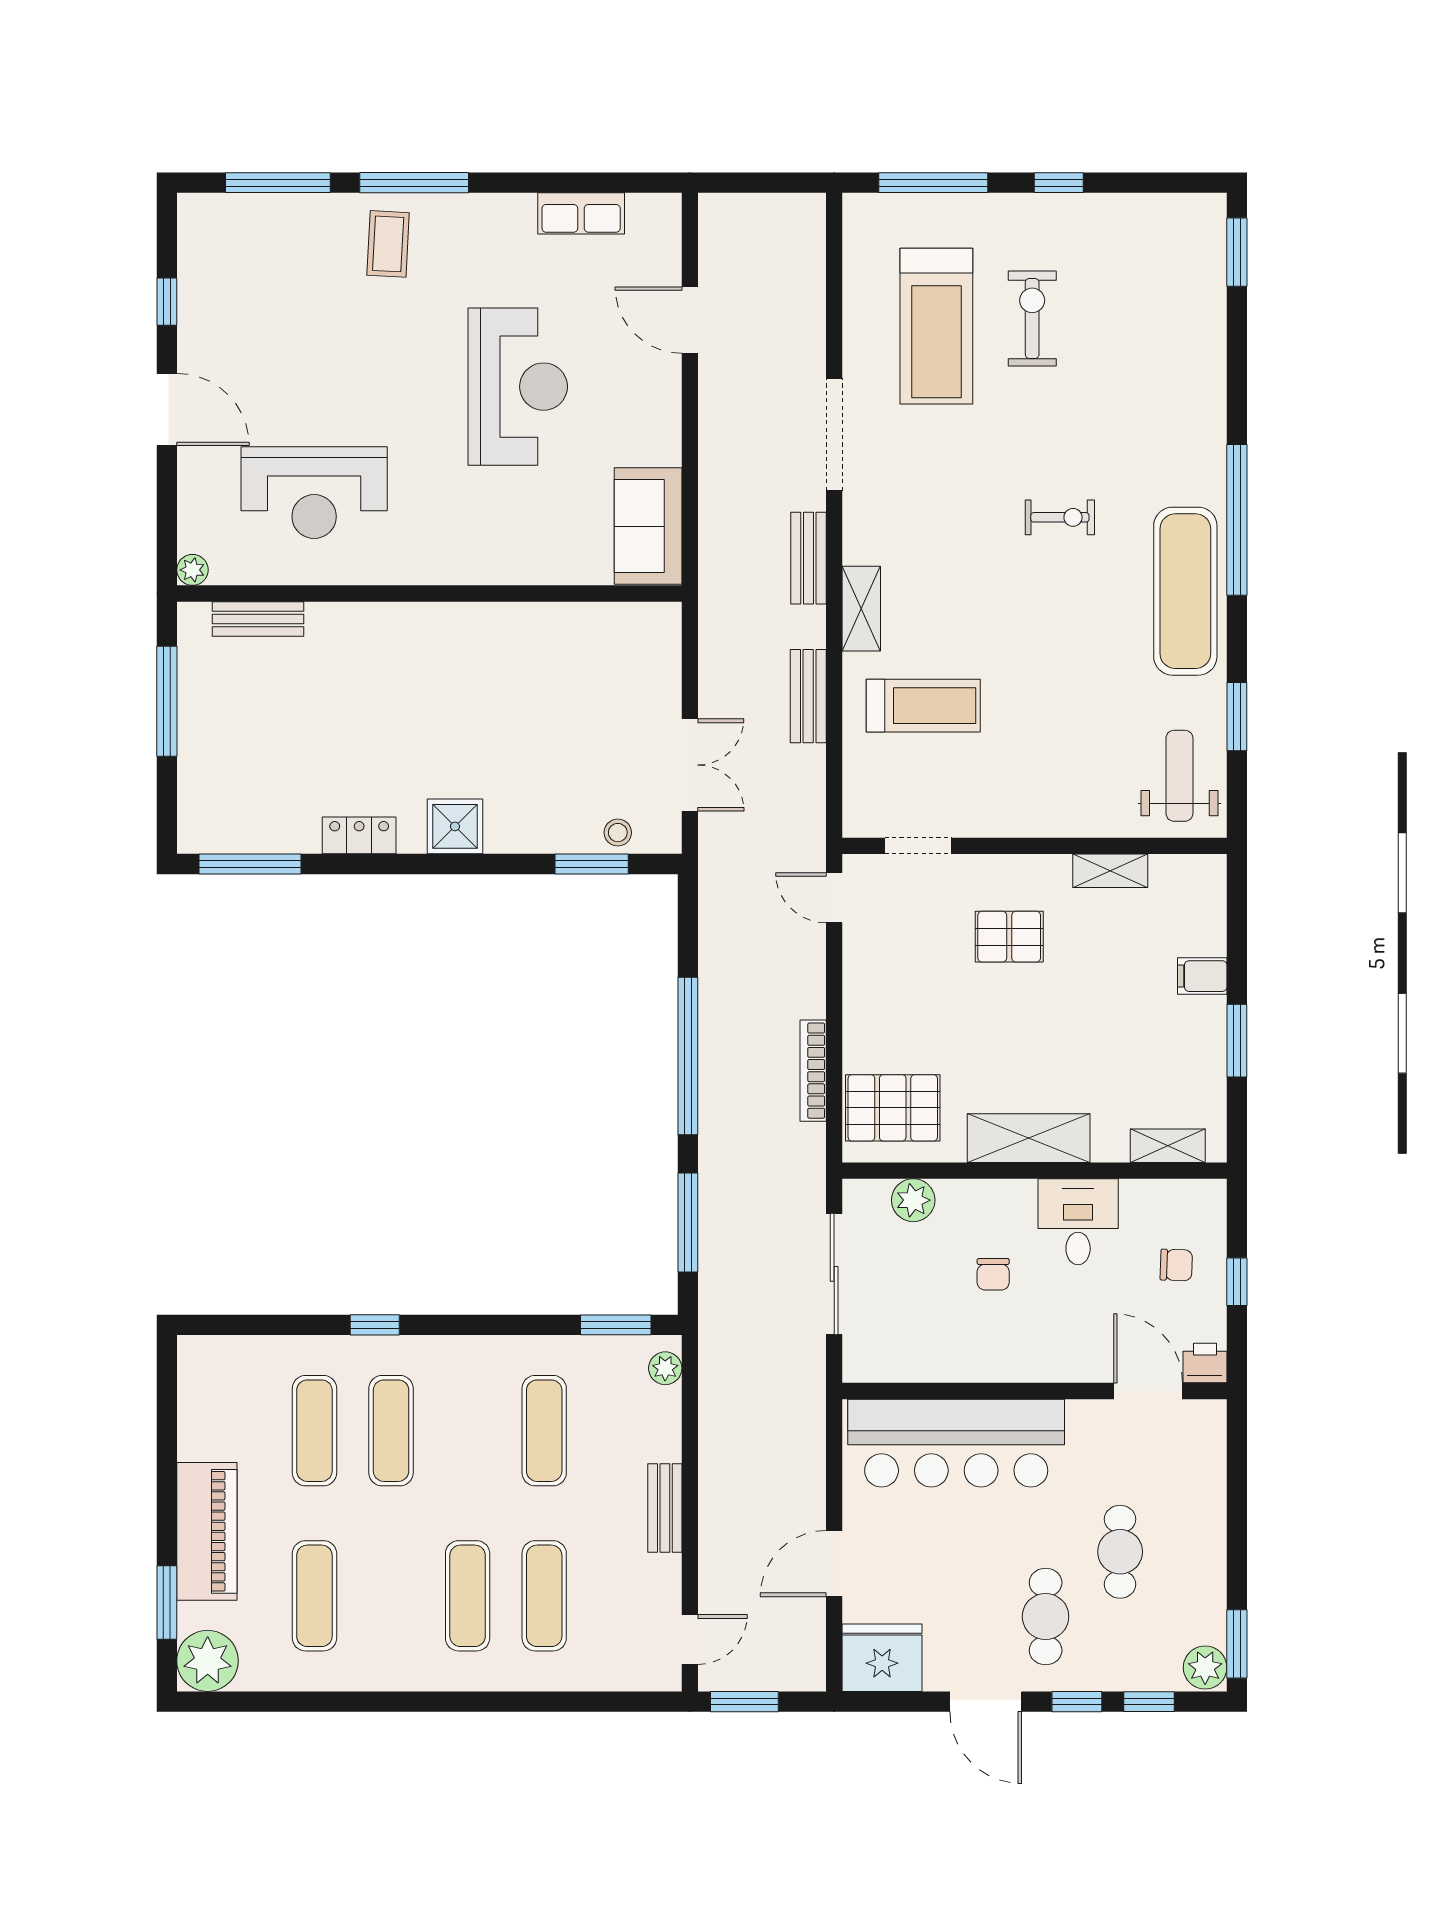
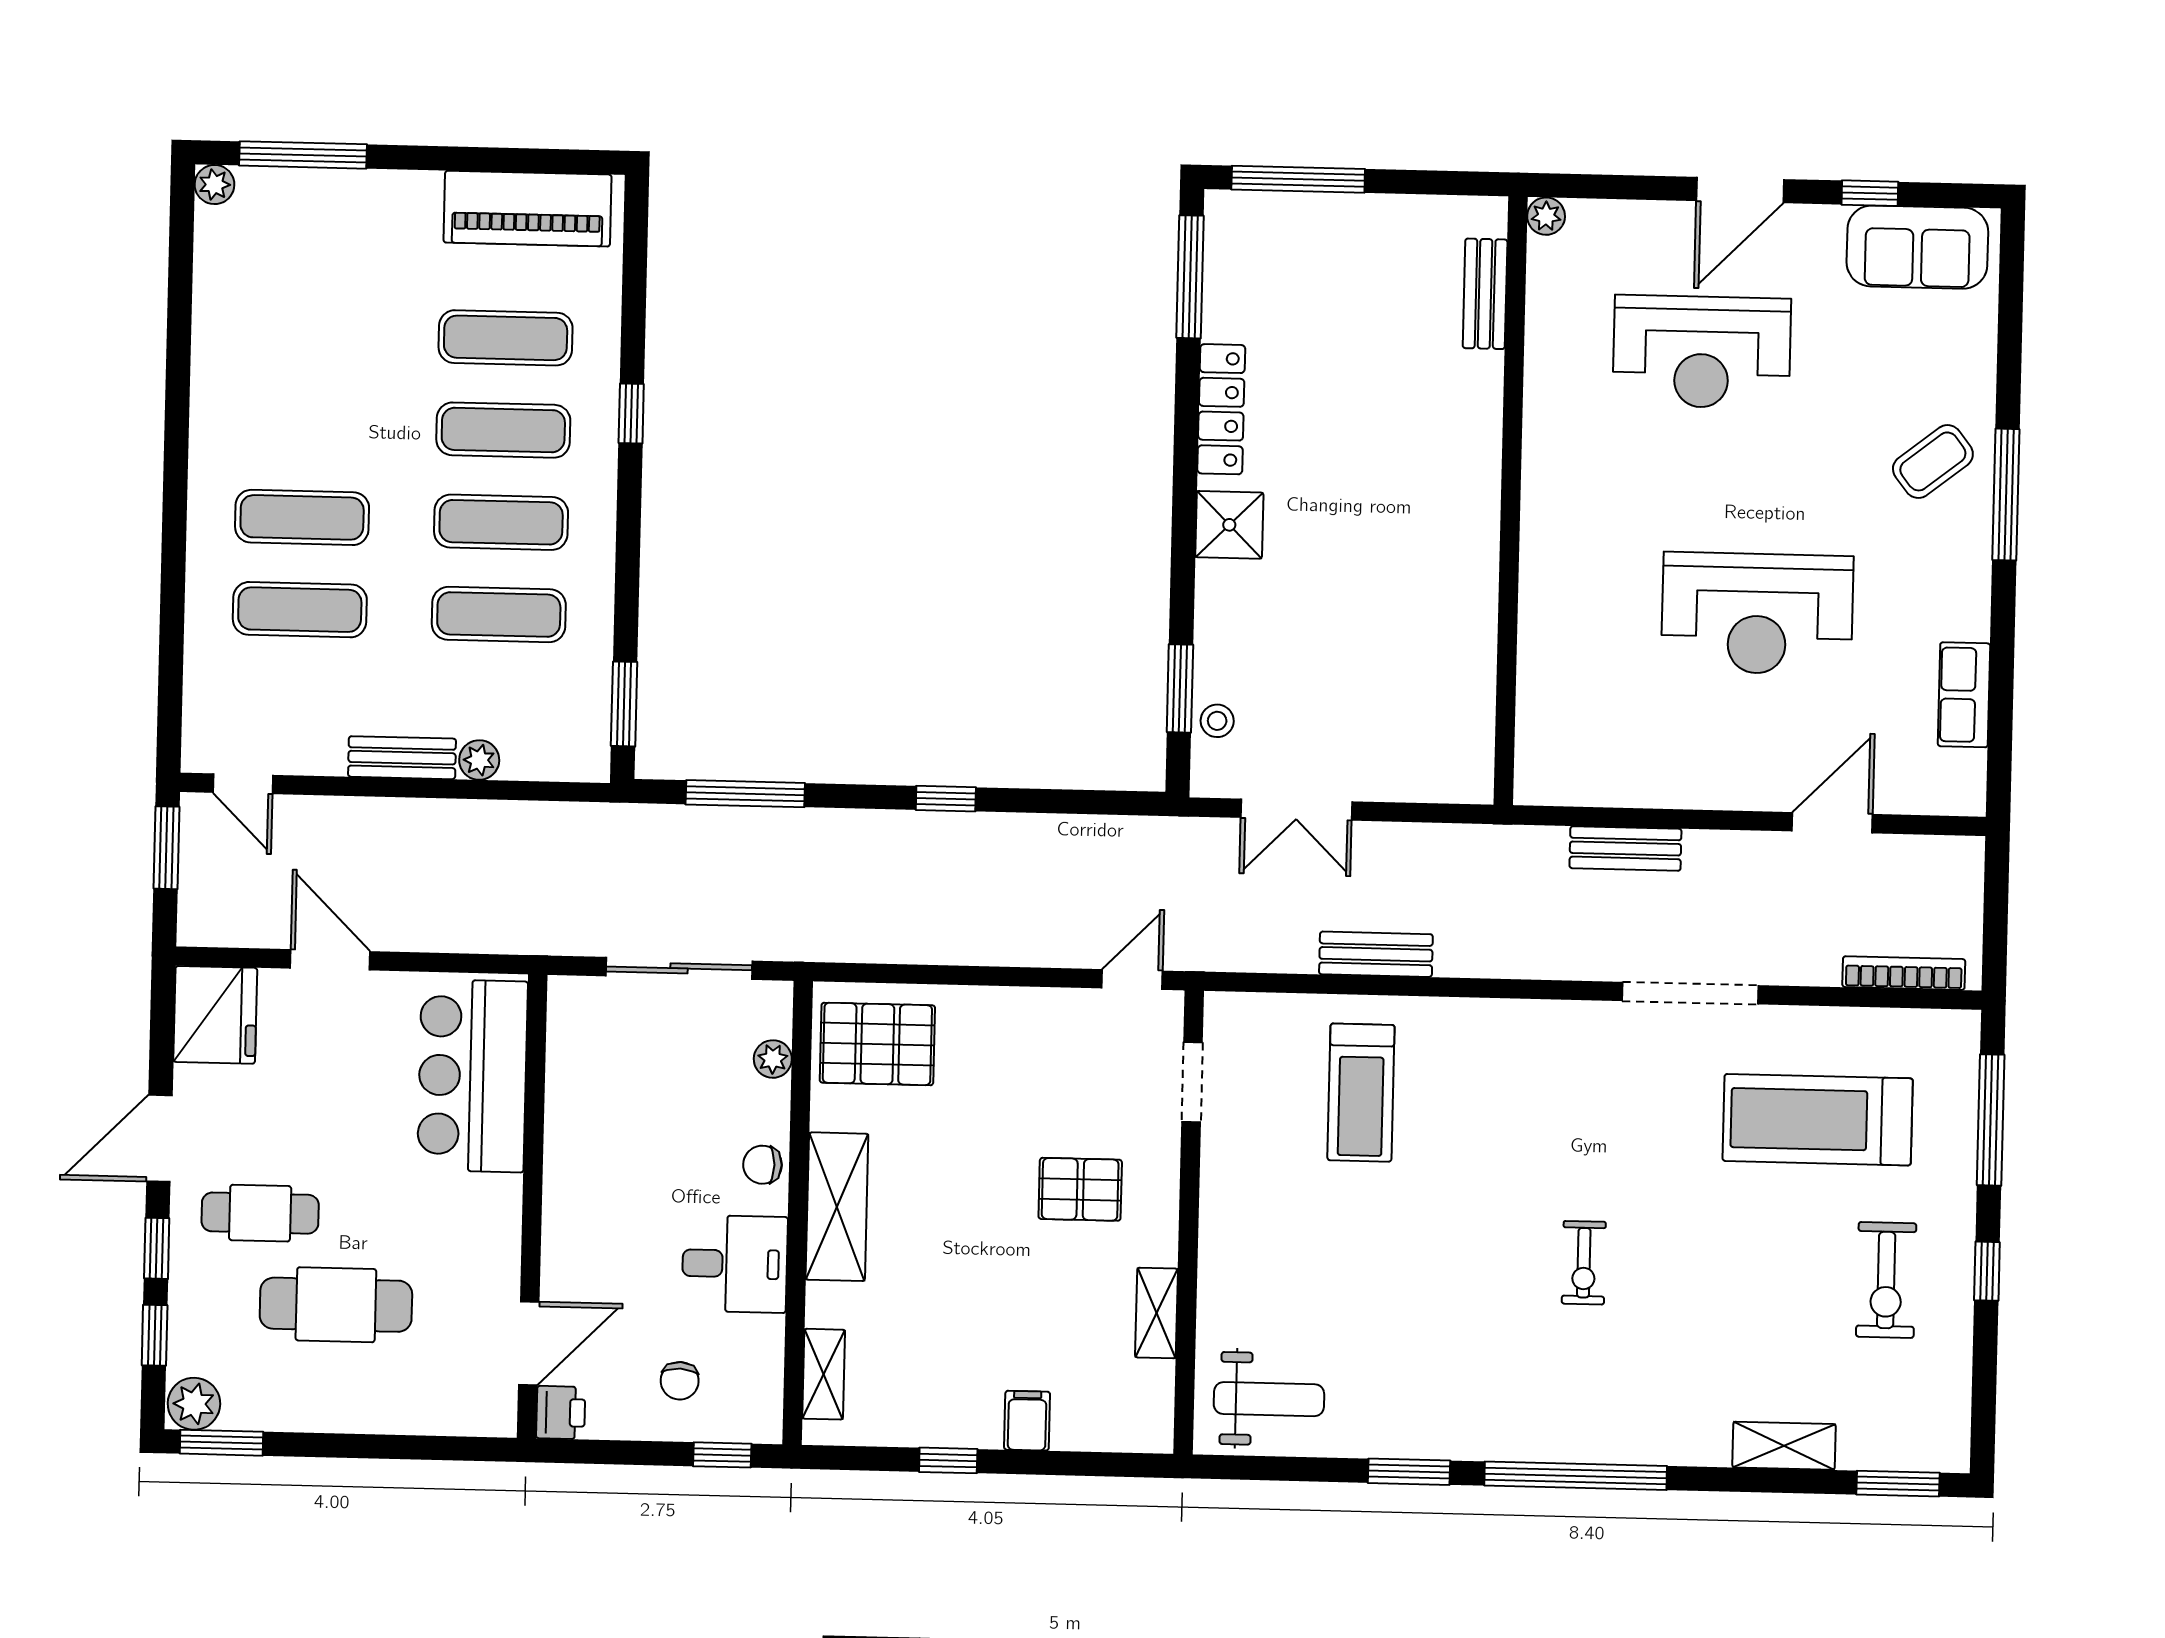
window: (278, 183) -> (2010, 330), removed
coffee table: (388, 244) -> (1933, 461), turned -41
exercise bike: (1032, 319) -> (1886, 1280), moved, turned 90
reception desk: (314, 493) -> (1702, 352), moved, turned -90
sofa: (648, 526) -> (1917, 247), moved, turned 180
bench: (808, 558) -> (1625, 848), moved
exercise mat: (1185, 591) -> (1491, 1412), removed
shelving: (861, 609) -> (1784, 1446), moved
window: (167, 701) -> (1298, 179), moved
window: (1237, 717) -> (1409, 1472), moved
locker: (359, 835) -> (1221, 409), width x1.53
pallet: (1009, 937) -> (1080, 1189), turned 90
window: (1237, 1041) -> (948, 1460), width x0.67
window: (688, 1056) -> (946, 799), width x0.32
bookcase: (813, 1071) -> (1904, 973), moved
pallet: (893, 1108) -> (877, 1044), turned 90
plant: (913, 1200) -> (773, 1059), width x0.73, depth x0.73
chair: (993, 1274) -> (762, 1165), moved
window: (1237, 1282) -> (722, 1455), moved
plant: (665, 1368) -> (479, 760), moved
bar counter: (956, 1443) -> (472, 1076), width x0.73
piano: (207, 1531) -> (528, 209), moved
cafe table: (1120, 1552) -> (336, 1305), width x1.37, depth x1.35
exercise mat: (314, 1596) -> (501, 522), moved
window: (167, 1602) -> (303, 155), width x1.44
plant: (208, 1661) -> (214, 185), width x0.53, depth x0.53

